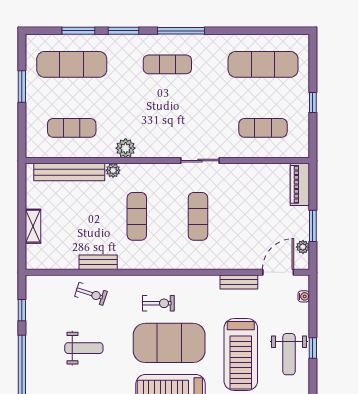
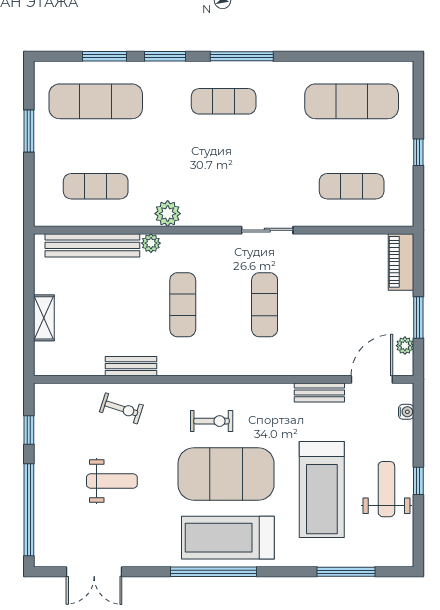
weight bench: (289, 354) -> (386, 489), turned 180

